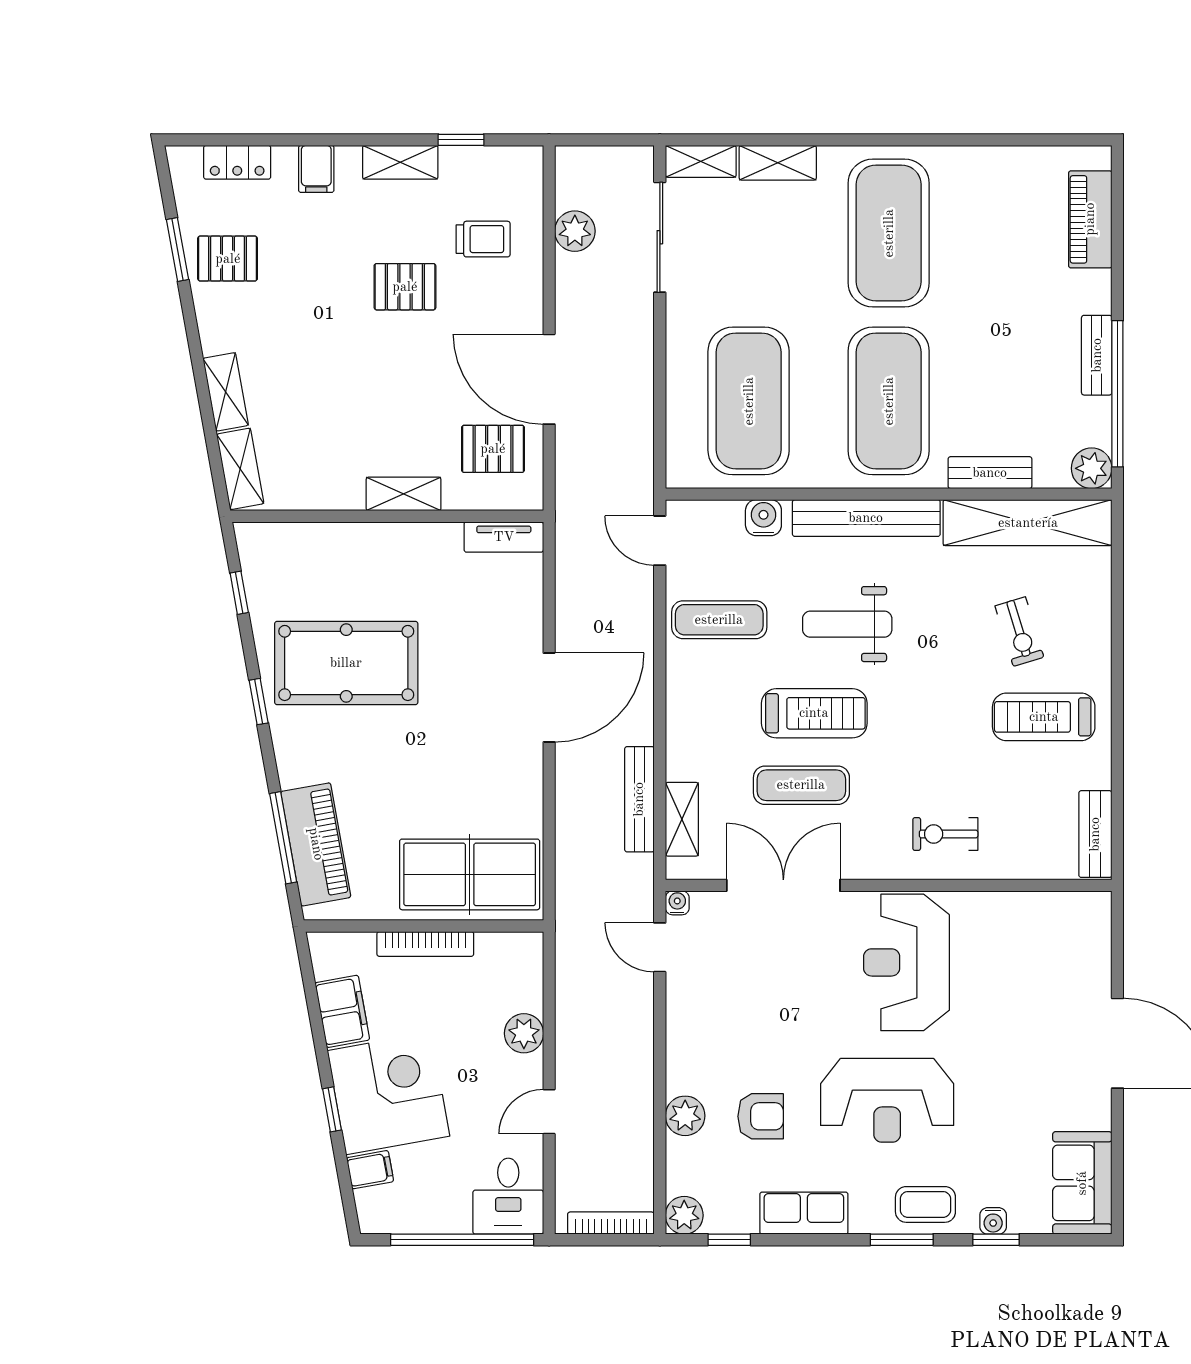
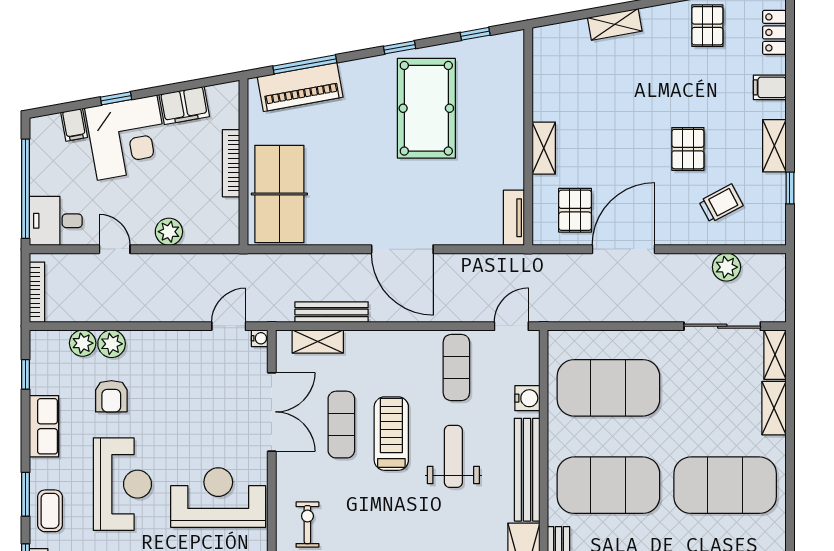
trolley: (483, 239) -> (721, 203), turned -118
shelving: (240, 469) -> (561, 34), removed
treadmill: (814, 713) -> (391, 434), turned 180
reception desk: (887, 1100) -> (122, 484), turned 180
plant: (684, 1215) -> (83, 343), moved

